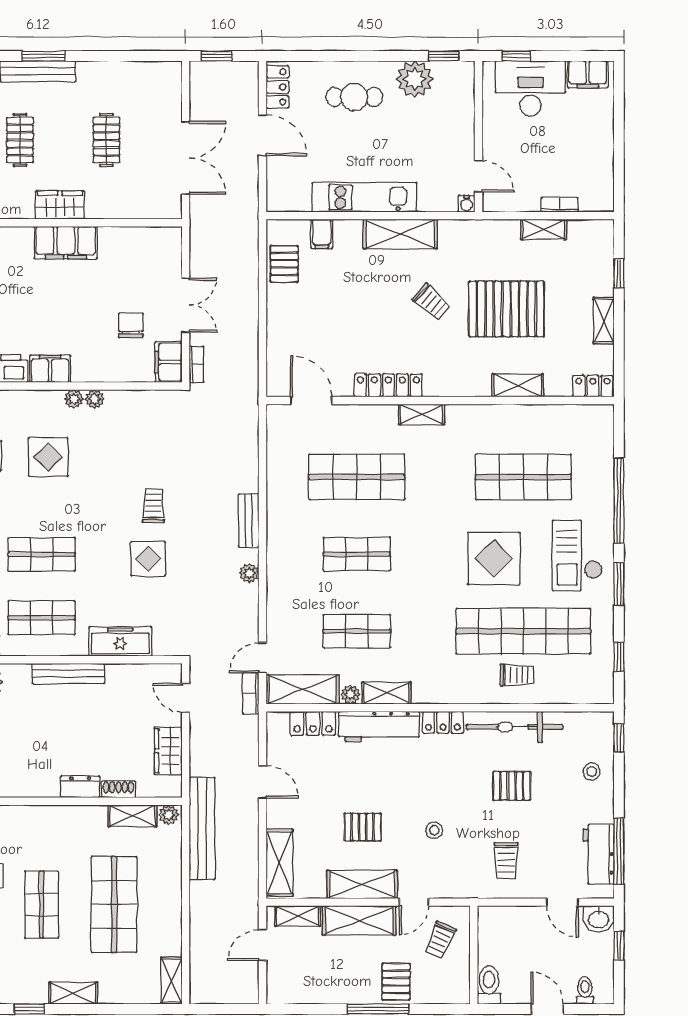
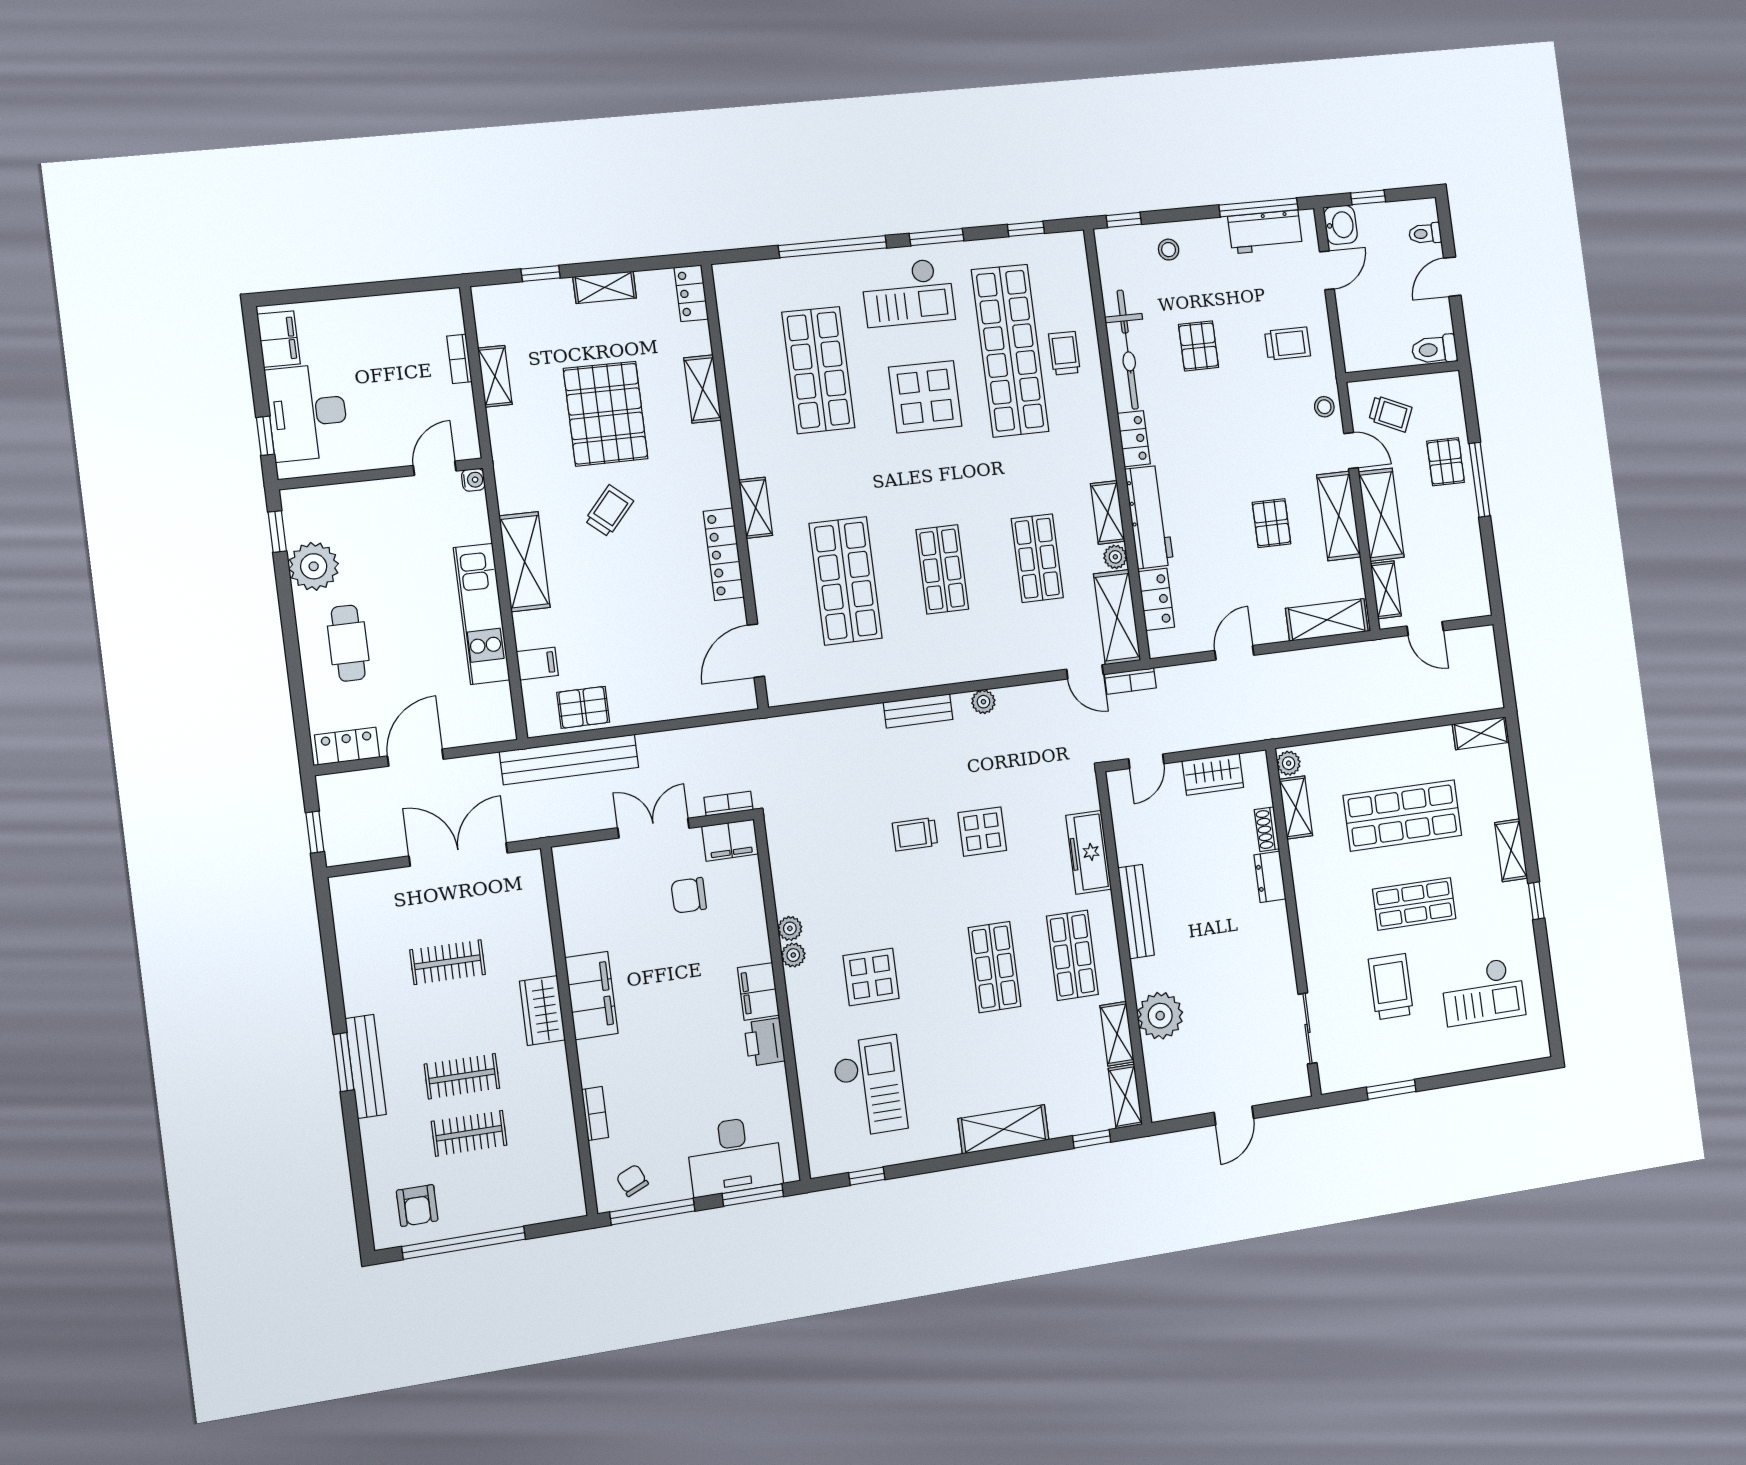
bench: (202, 829) -> (569, 759), moved
stool: (434, 830) -> (1324, 407), moved
pallet: (396, 982) -> (1446, 462), turned 90

